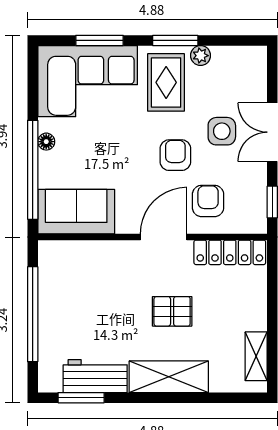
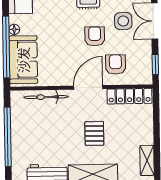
sofa: (76, 212) -> (23, 60), moved, turned 90
bicycle: (95, 251) -> (46, 97), added
pallet: (172, 311) -> (94, 133), turned 90

